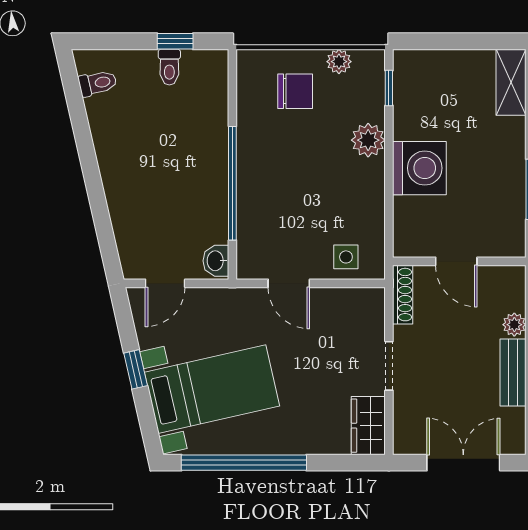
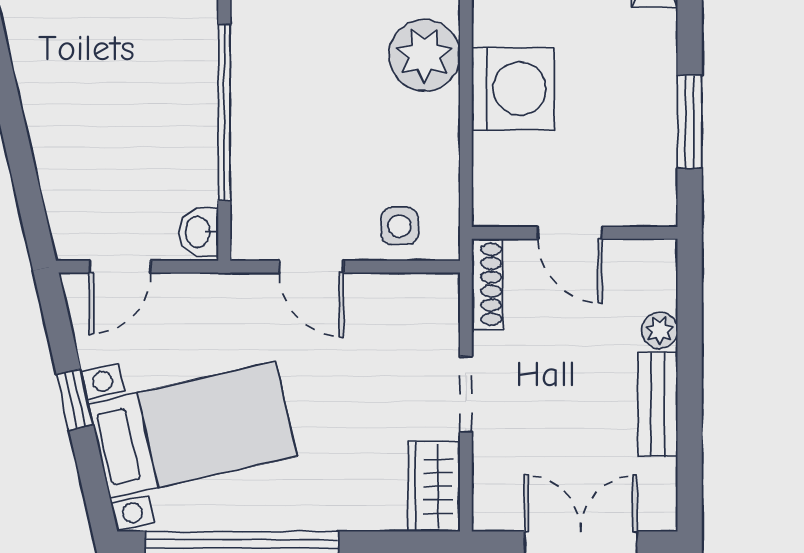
plant: (368, 140) -> (424, 55), width x1.36, depth x1.36

